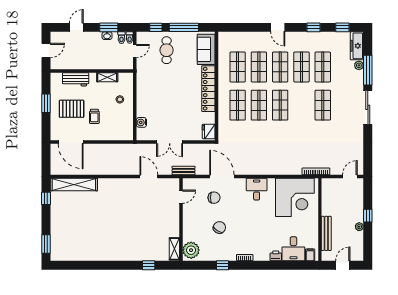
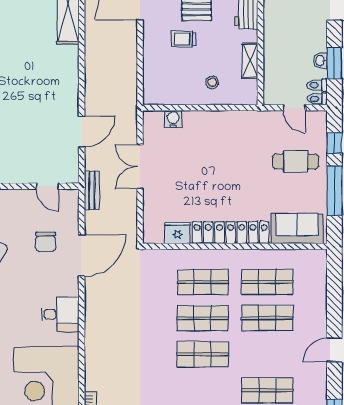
shop shelf: (280, 67) -> (267, 354), removed
fridge: (209, 131) -> (178, 233), moved

